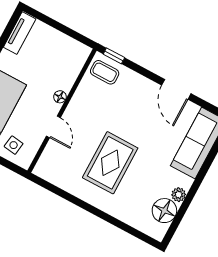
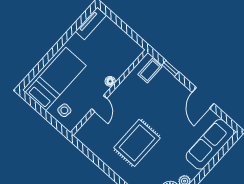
window: (114, 56) -> (170, 68), moved
coffee table: (105, 72) -> (150, 71), turned 90

